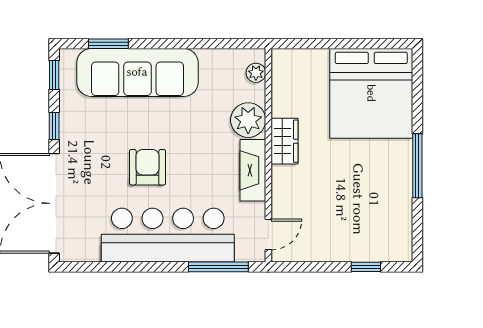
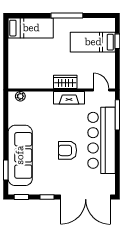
bed: (371, 93) -> (31, 28), width x0.49
plant: (248, 120) -> (44, 100), removed
wardrobe: (285, 141) -> (65, 82), moved
bed: (364, 217) -> (93, 42), added

